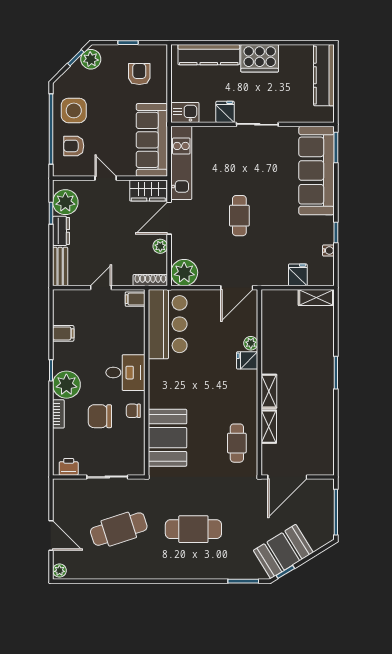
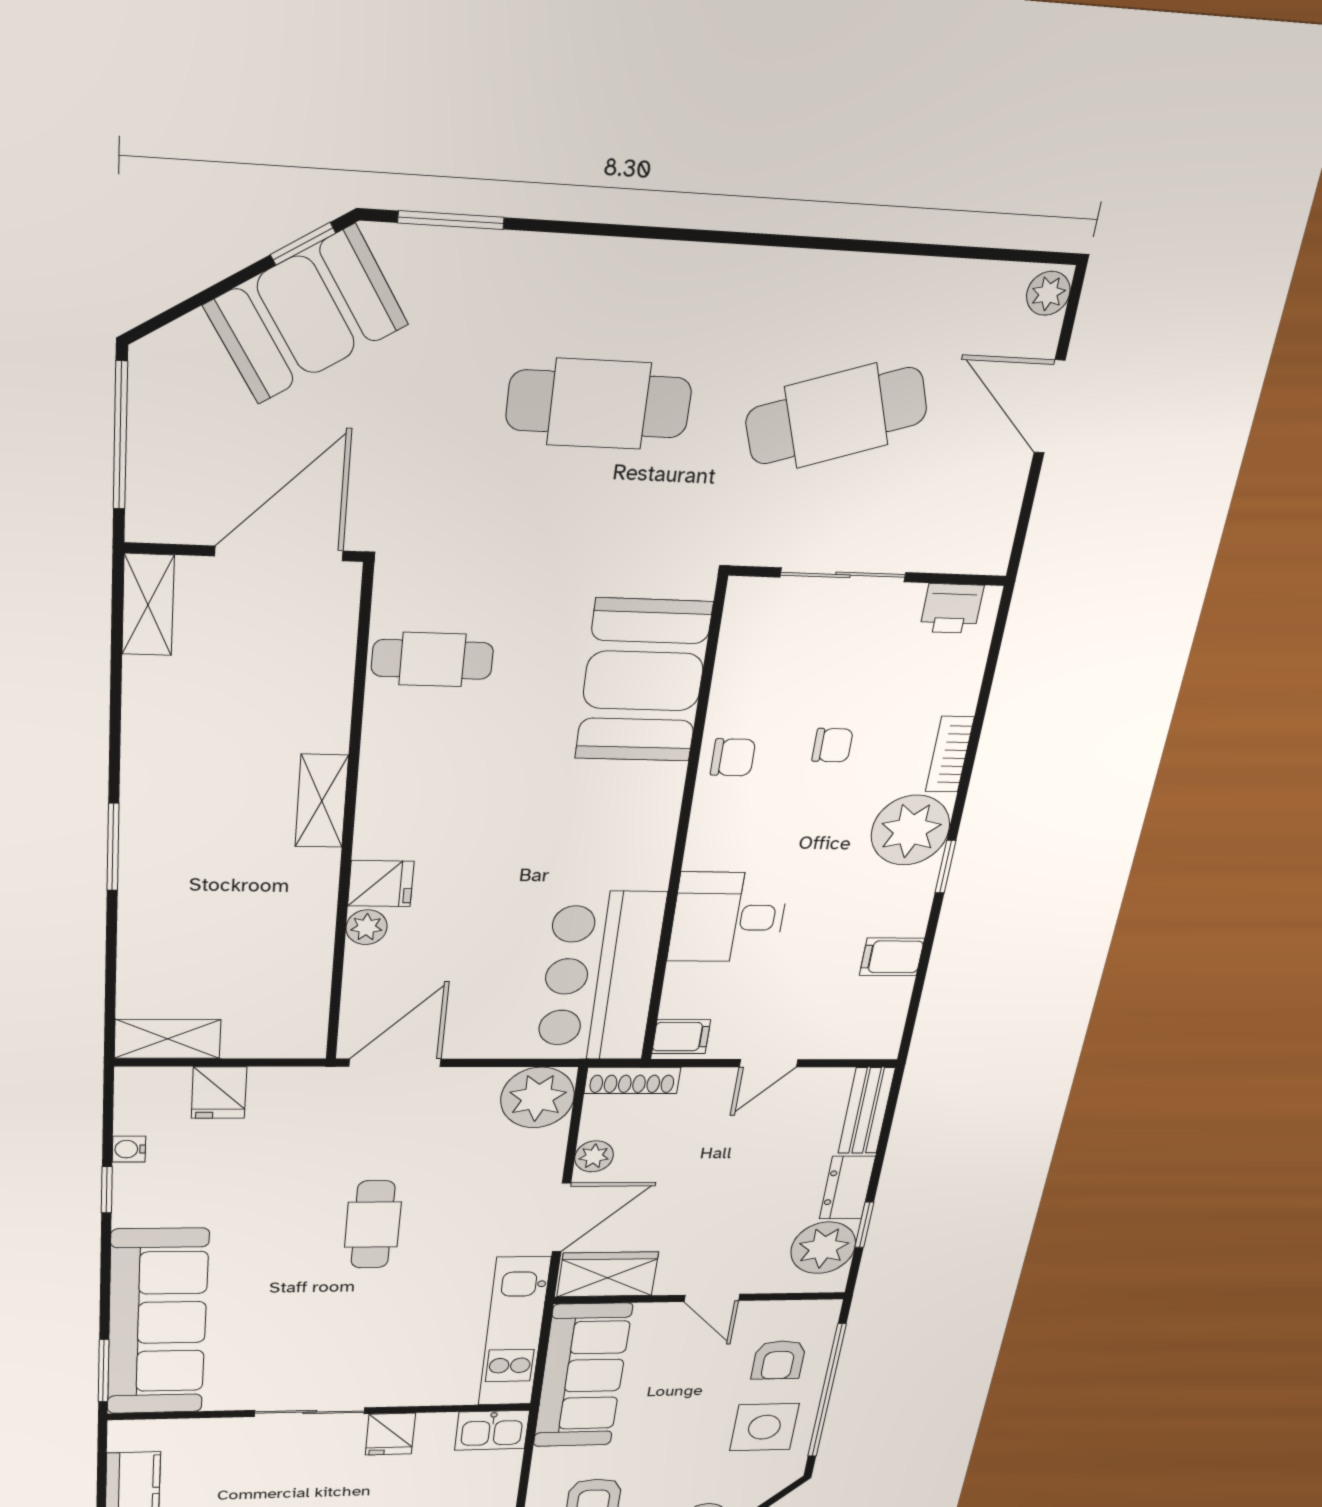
armchair: (74, 146) -> (779, 1360), turned 90
desk: (125, 373) -> (728, 917), moved
chair: (100, 416) -> (832, 745), width x0.54, depth x0.54
shelving: (269, 427) -> (148, 605), moved
cafe table: (237, 443) -> (432, 659), turned 90

